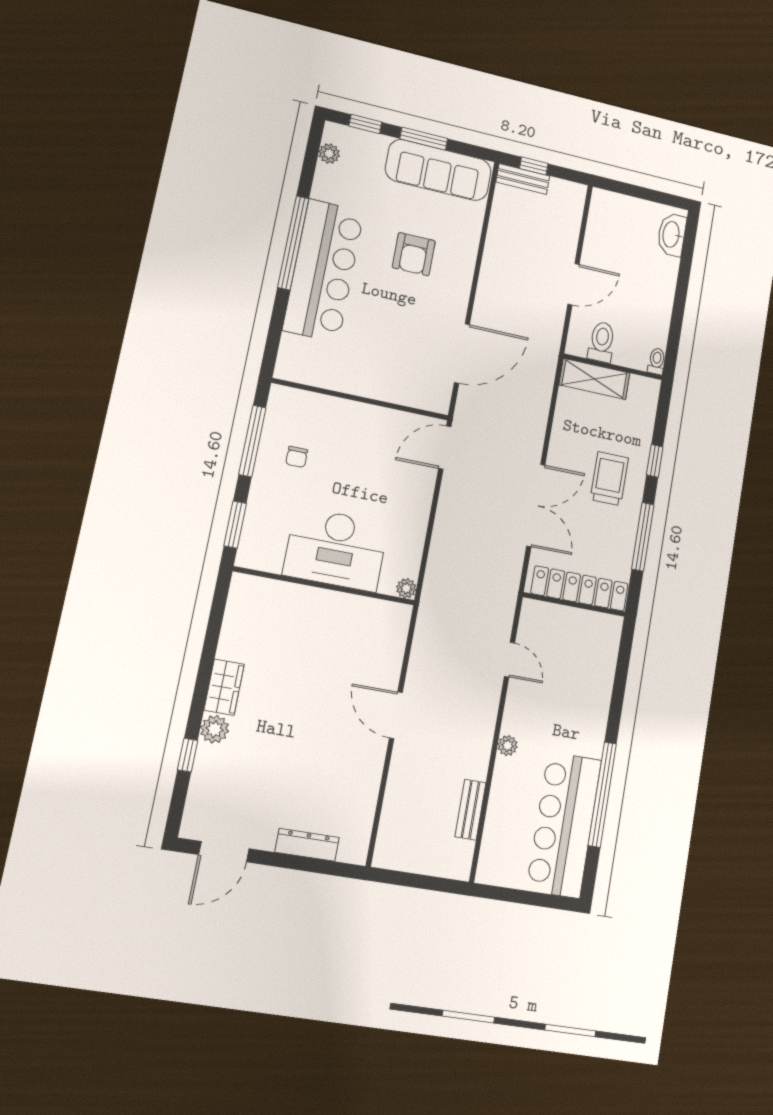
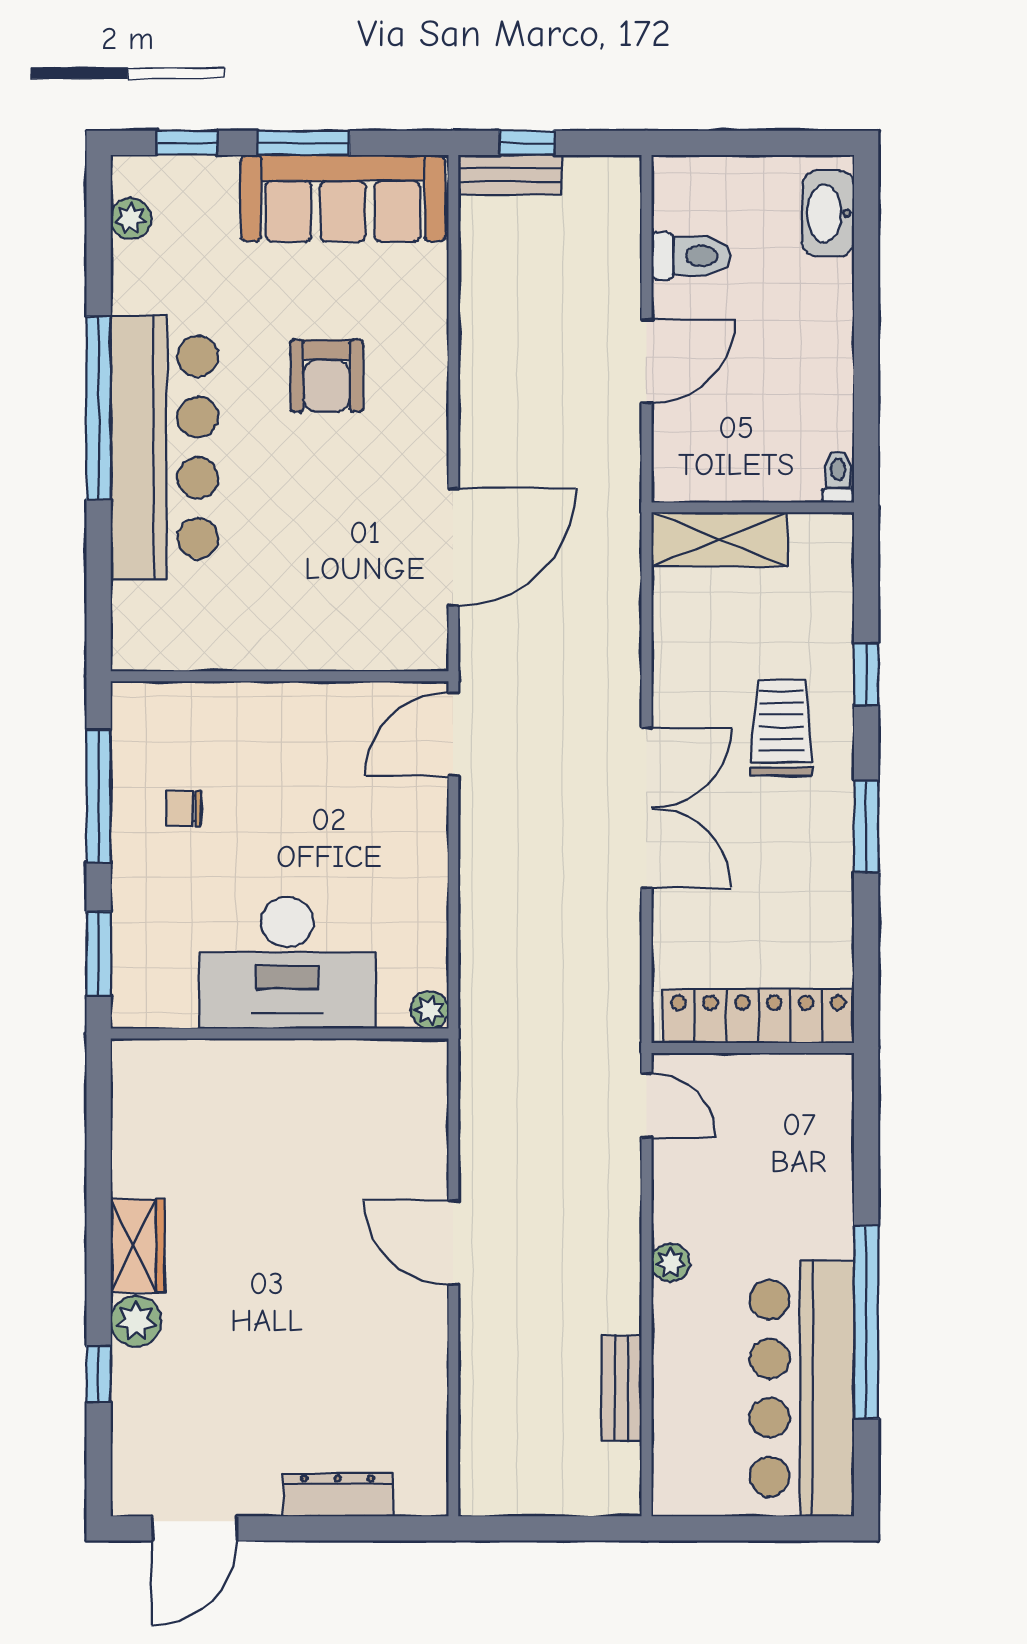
toilet: (602, 342) -> (691, 256), moved, turned 90
chair: (297, 457) -> (184, 808), turned 90
window: (643, 537) -> (866, 826), width x0.69
locker: (580, 588) -> (758, 1016), moved
wall: (574, 604) -> (753, 1048), moved

